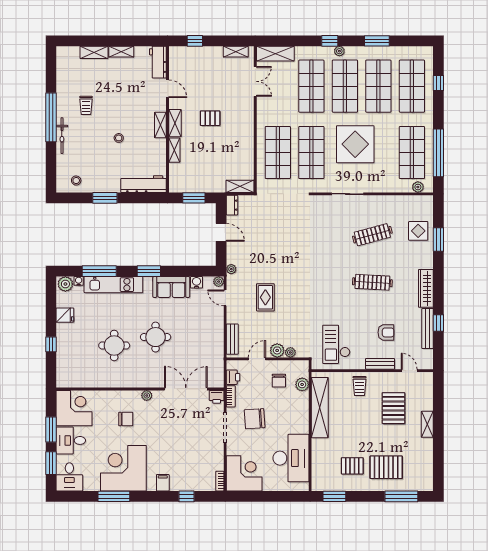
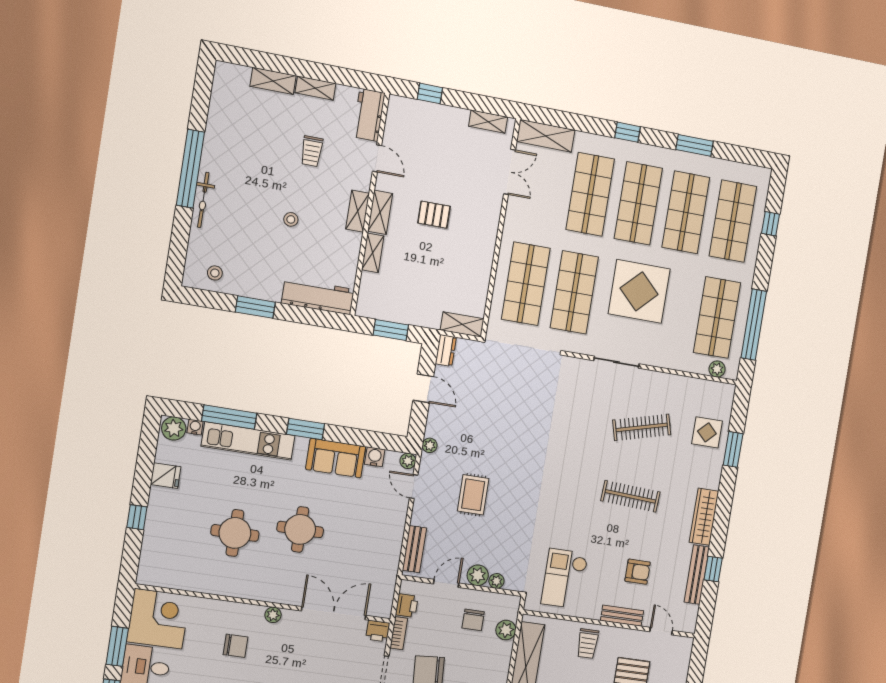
plant: (339, 51) -> (639, 150), removed
trolley: (86, 105) -> (312, 151), moved

